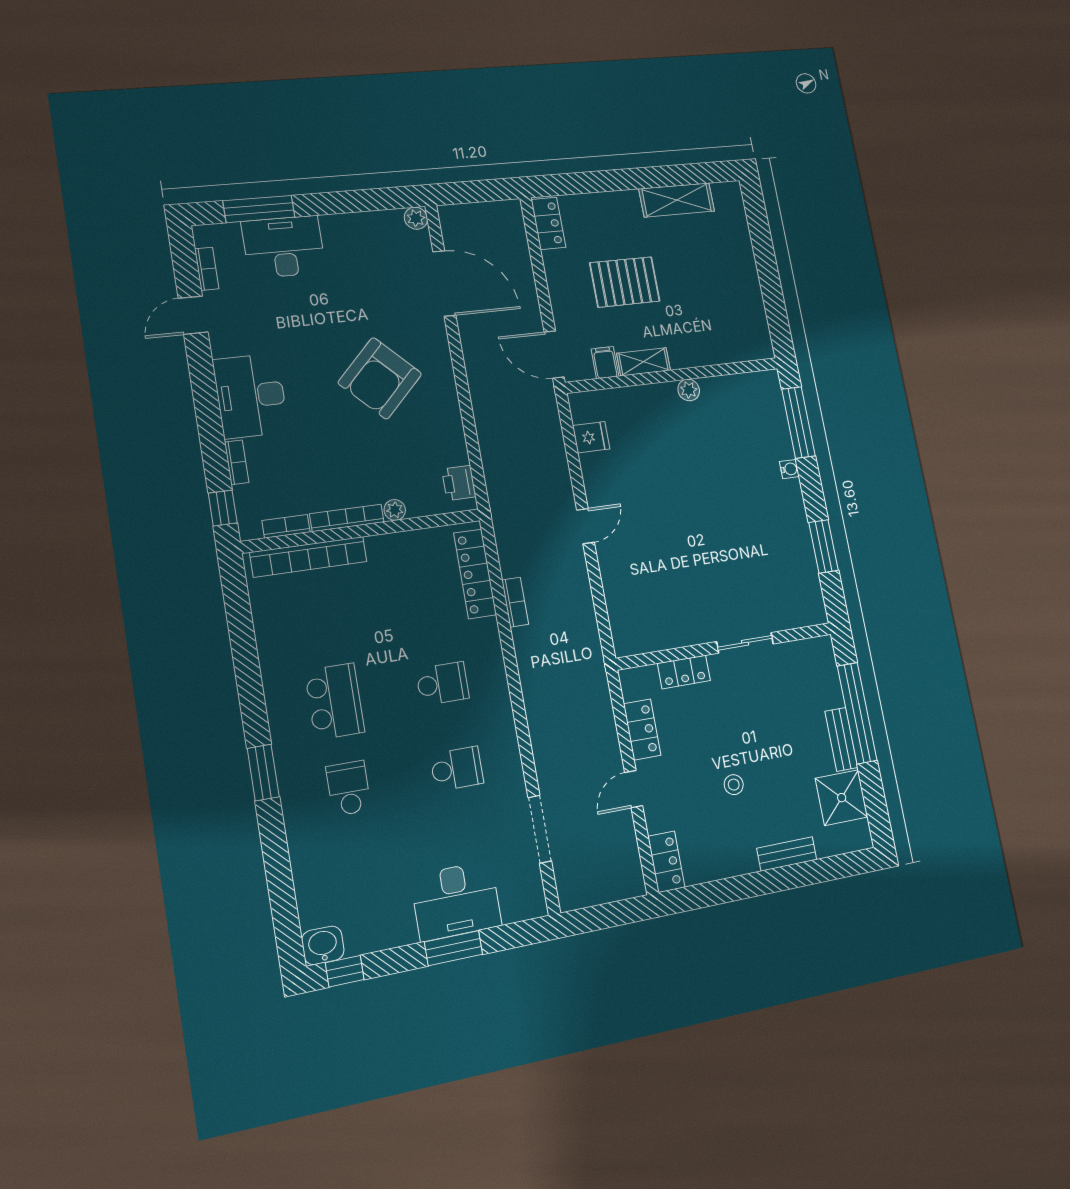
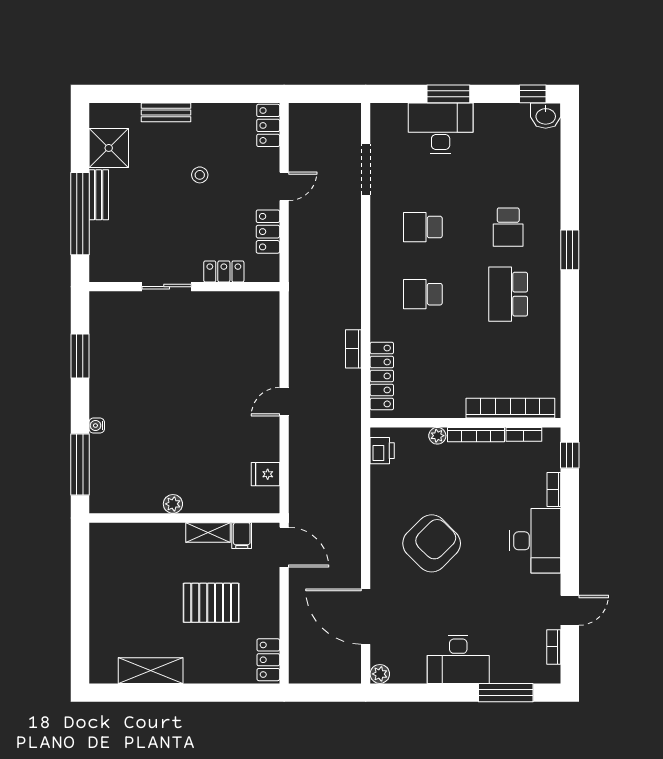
desk: (284, 247) -> (458, 659), moved

